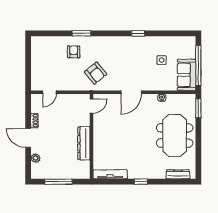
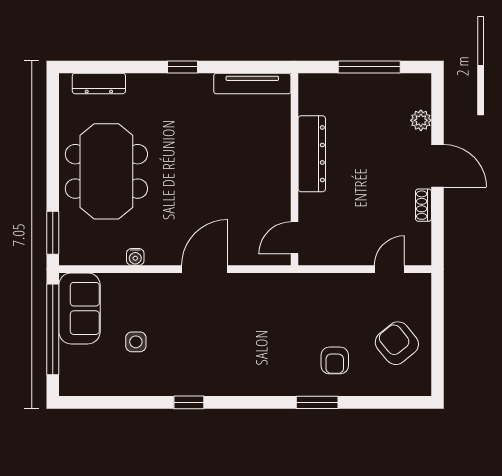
armchair: (96, 73) -> (397, 343), moved

